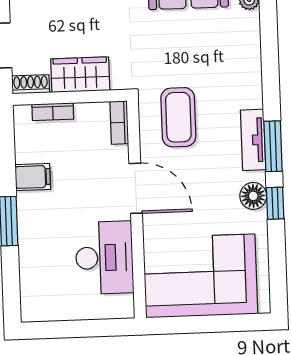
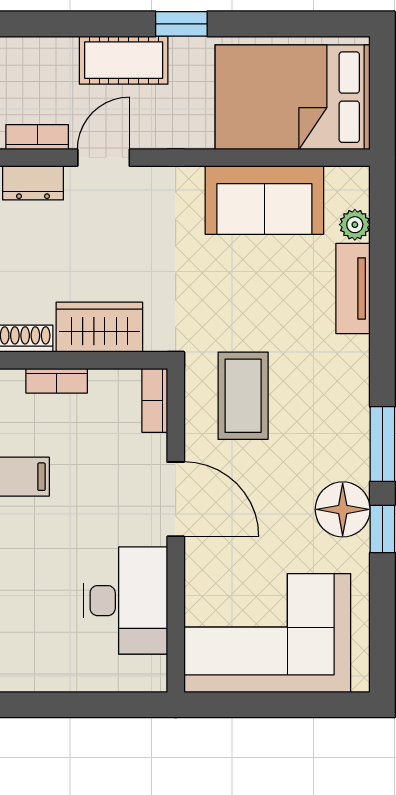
tv unit: (253, 140) -> (353, 288), moved
floor lamp: (253, 196) -> (343, 509), width x1.38, depth x1.38

